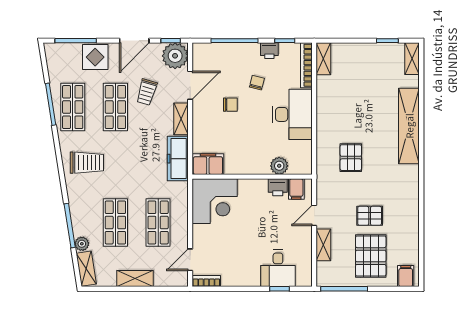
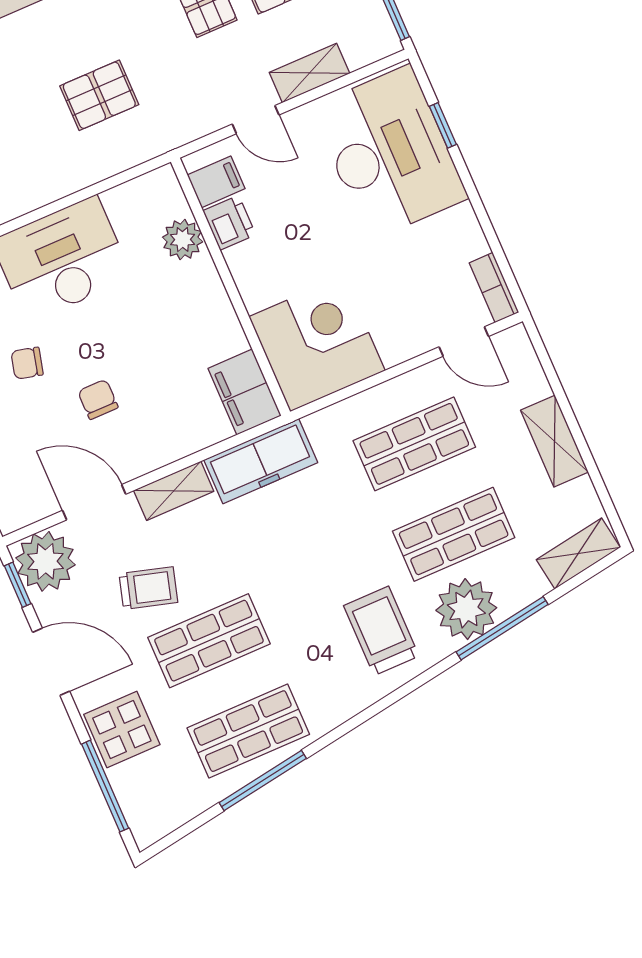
trolley: (87, 163) -> (381, 631), moved
plant: (82, 244) -> (466, 609), moved, width x1.88, depth x1.88
desk: (278, 268) -> (389, 153), width x1.87, depth x1.30

